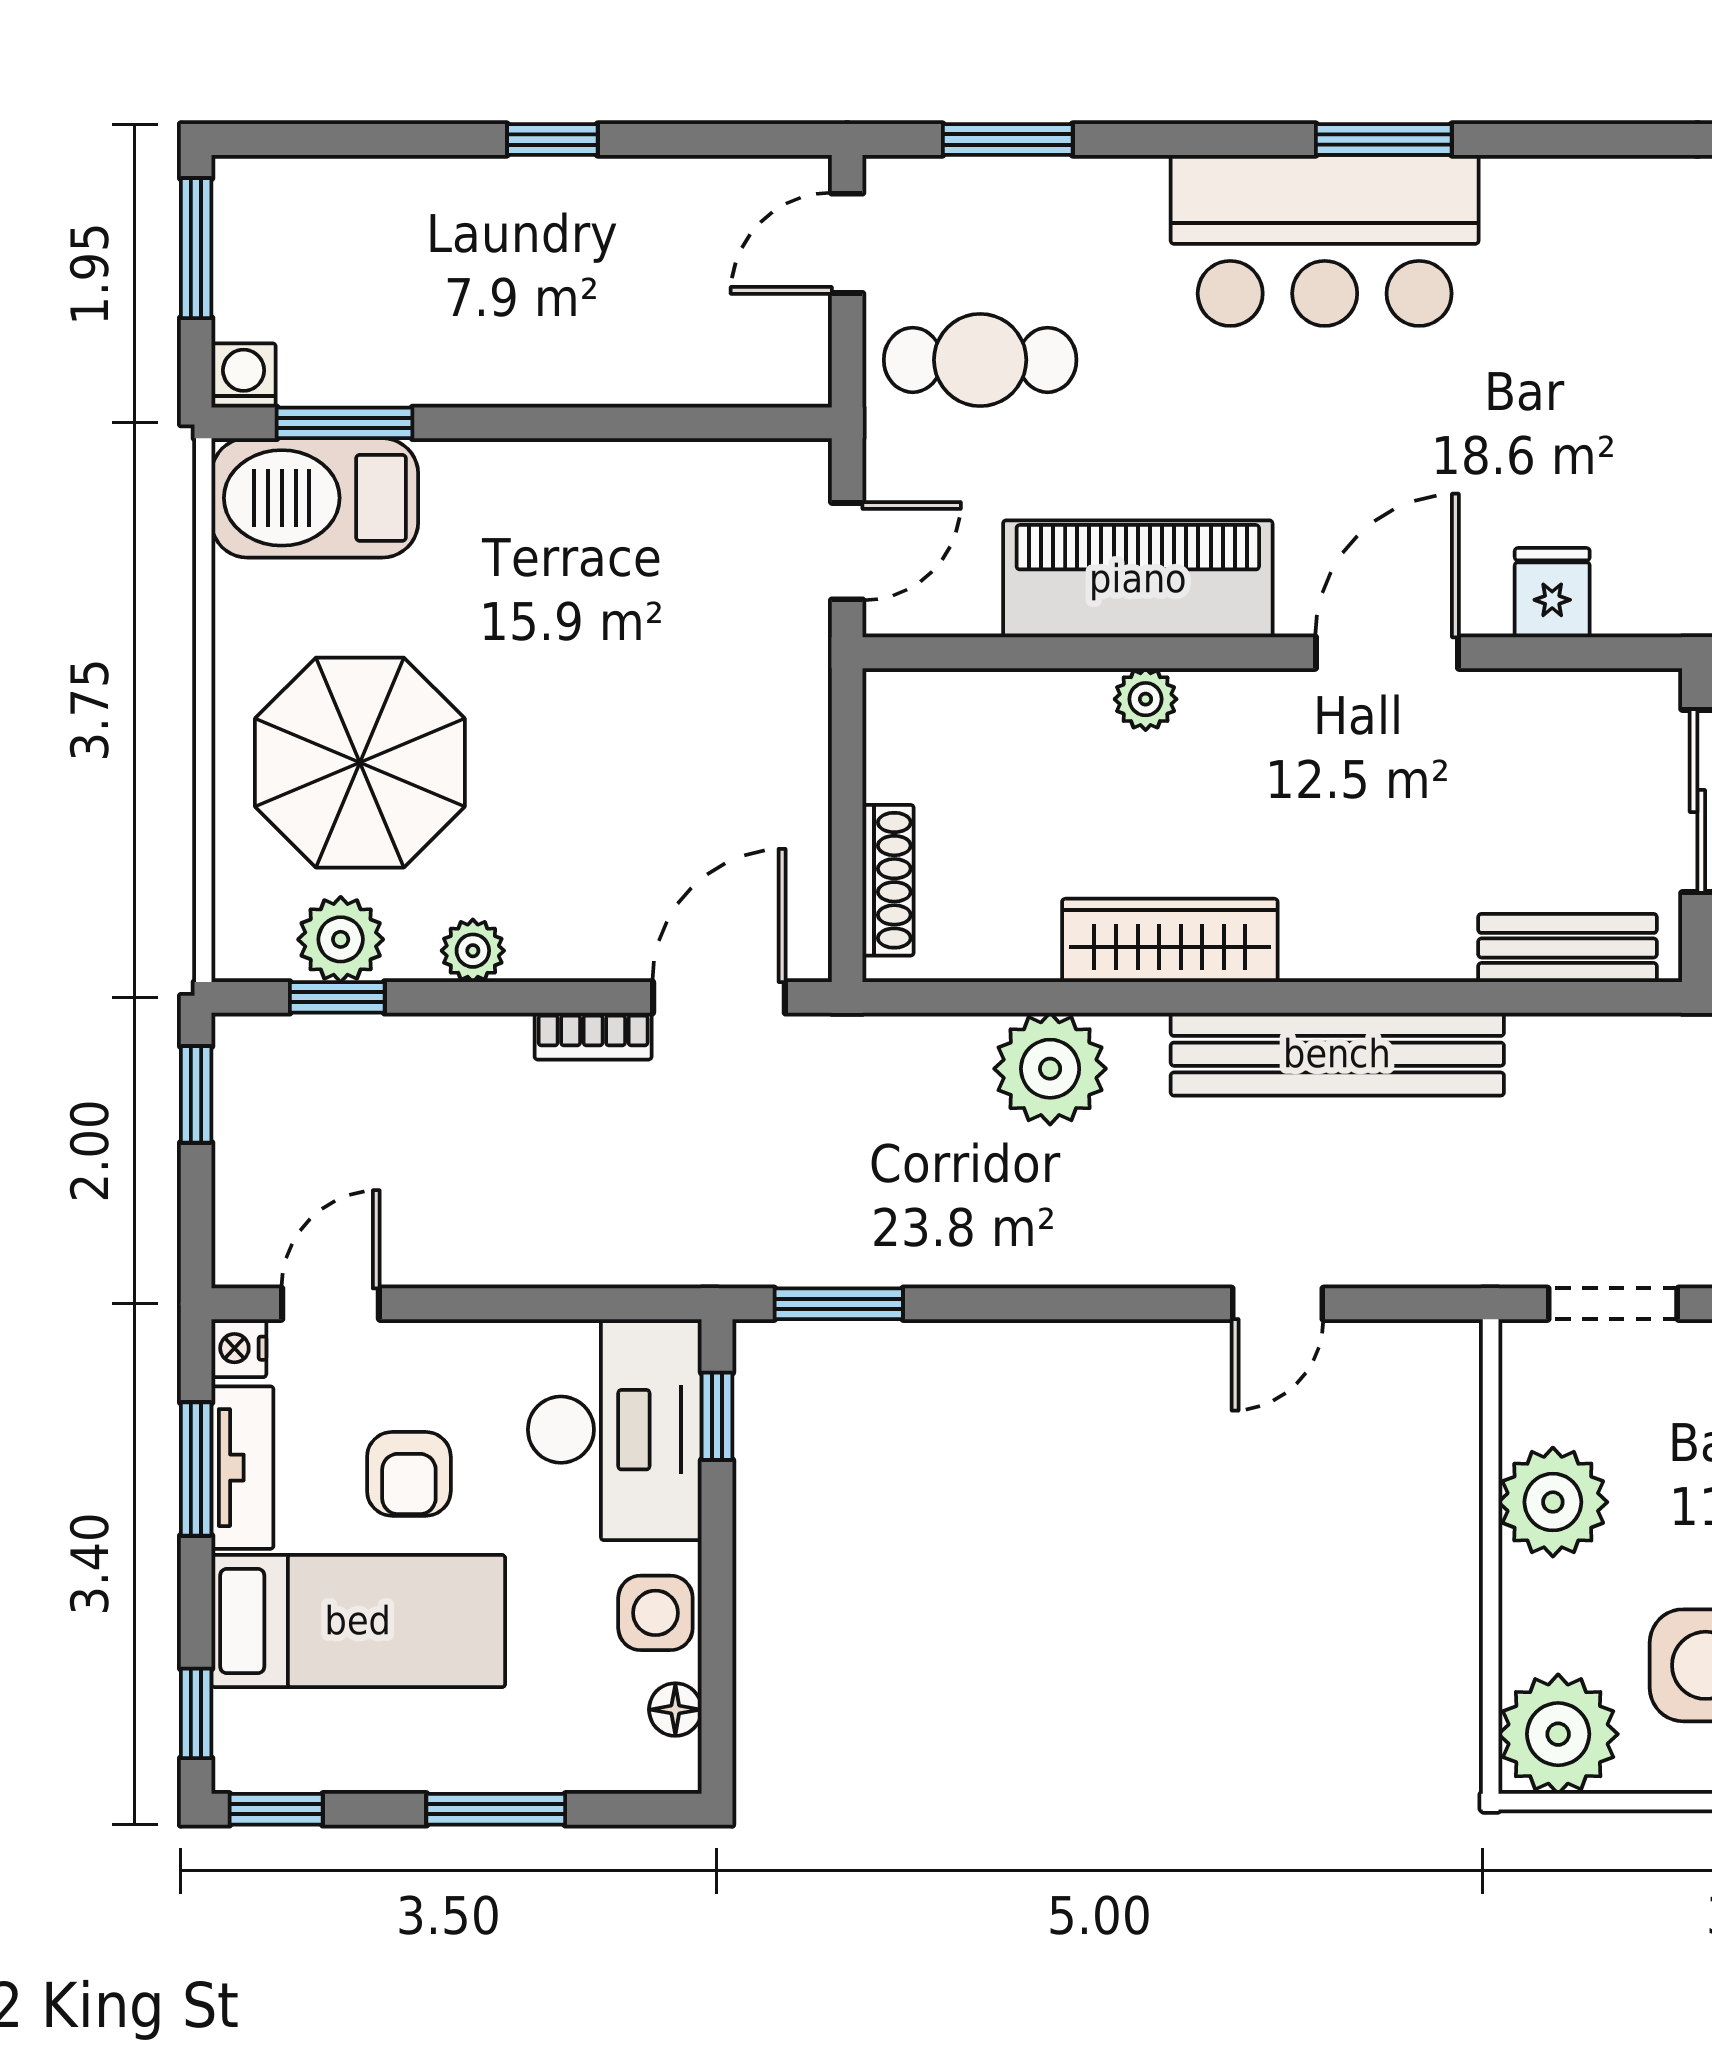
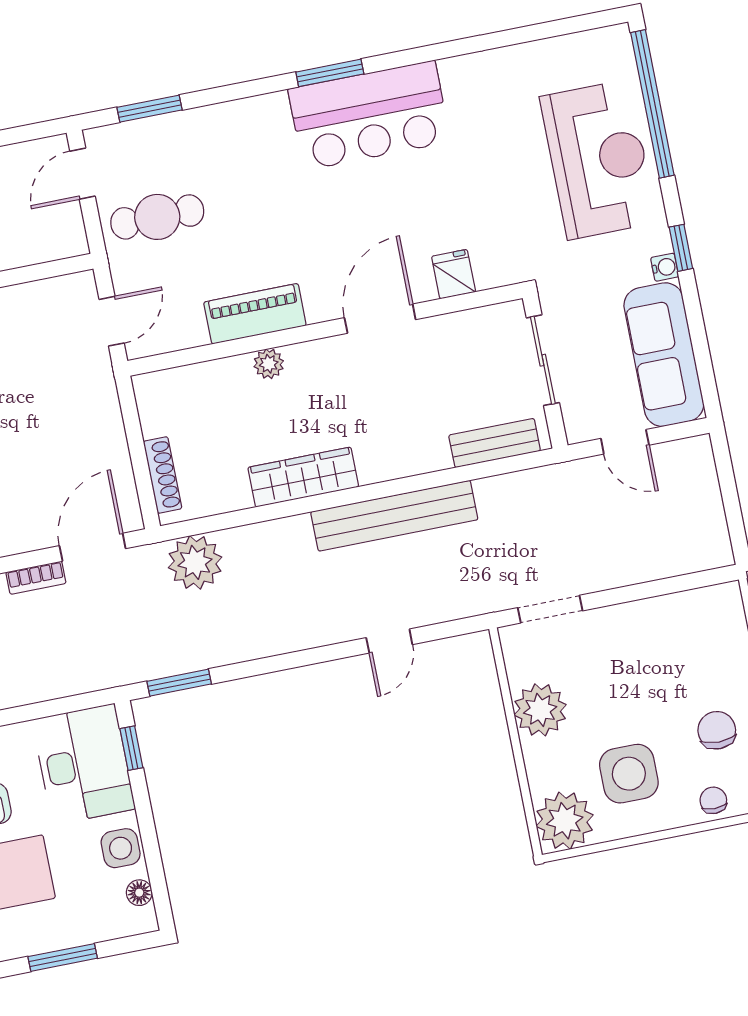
bar counter: (1325, 240) -> (369, 115), moved
piano: (1138, 579) -> (255, 314), width x0.73, depth x0.75
plant: (1050, 1069) -> (195, 562), moved

